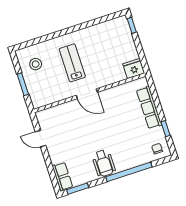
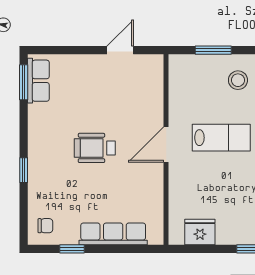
fridge: (134, 69) -> (200, 232), moved, turned -90
wheelchair: (104, 163) -> (95, 148), moved
window: (129, 172) -> (24, 170), width x0.32
row of seats: (62, 177) -> (38, 81), moved, turned -90

